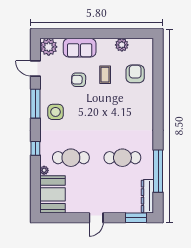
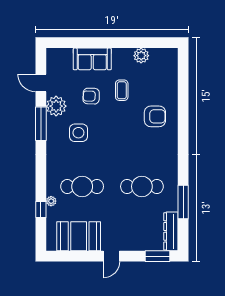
plant: (49, 47) -> (56, 106), moved
armchair: (135, 74) -> (155, 116), moved, turned 90
side table: (55, 112) -> (78, 133), moved
window: (35, 148) -> (41, 209), moved
window: (158, 171) -> (183, 202), width x0.68
booth: (52, 194) -> (79, 236), moved, turned 90

